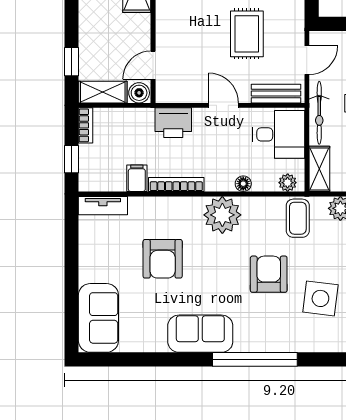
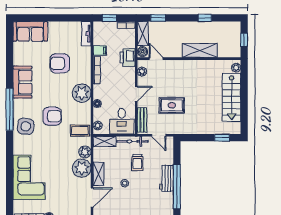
plant: (179, 94) -> (142, 72), added
printer: (173, 123) -> (128, 58), moved
side table: (320, 298) -> (26, 126), moved

